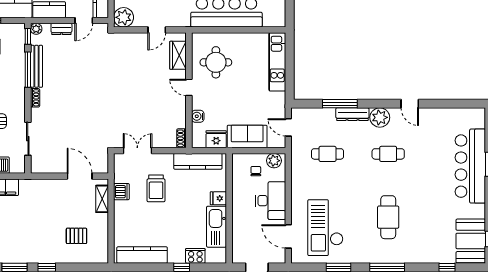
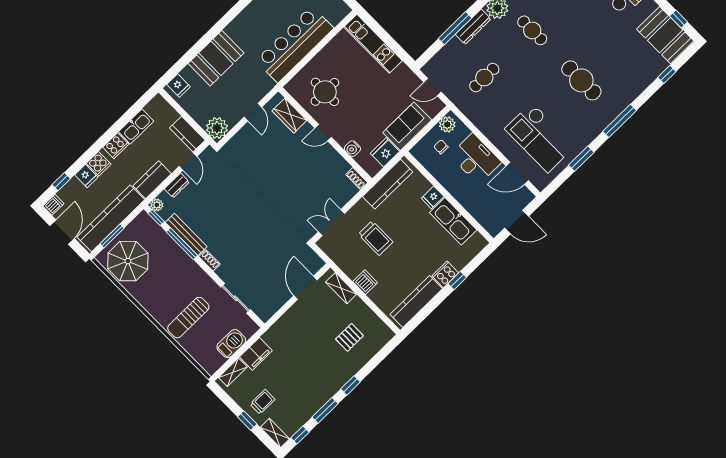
cafe table: (388, 154) -> (532, 30), turned 90
door: (80, 176) -> (306, 288), hinge flipped
dishwasher: (121, 192) -> (365, 282), moved
cooker: (195, 256) -> (445, 274), moved

